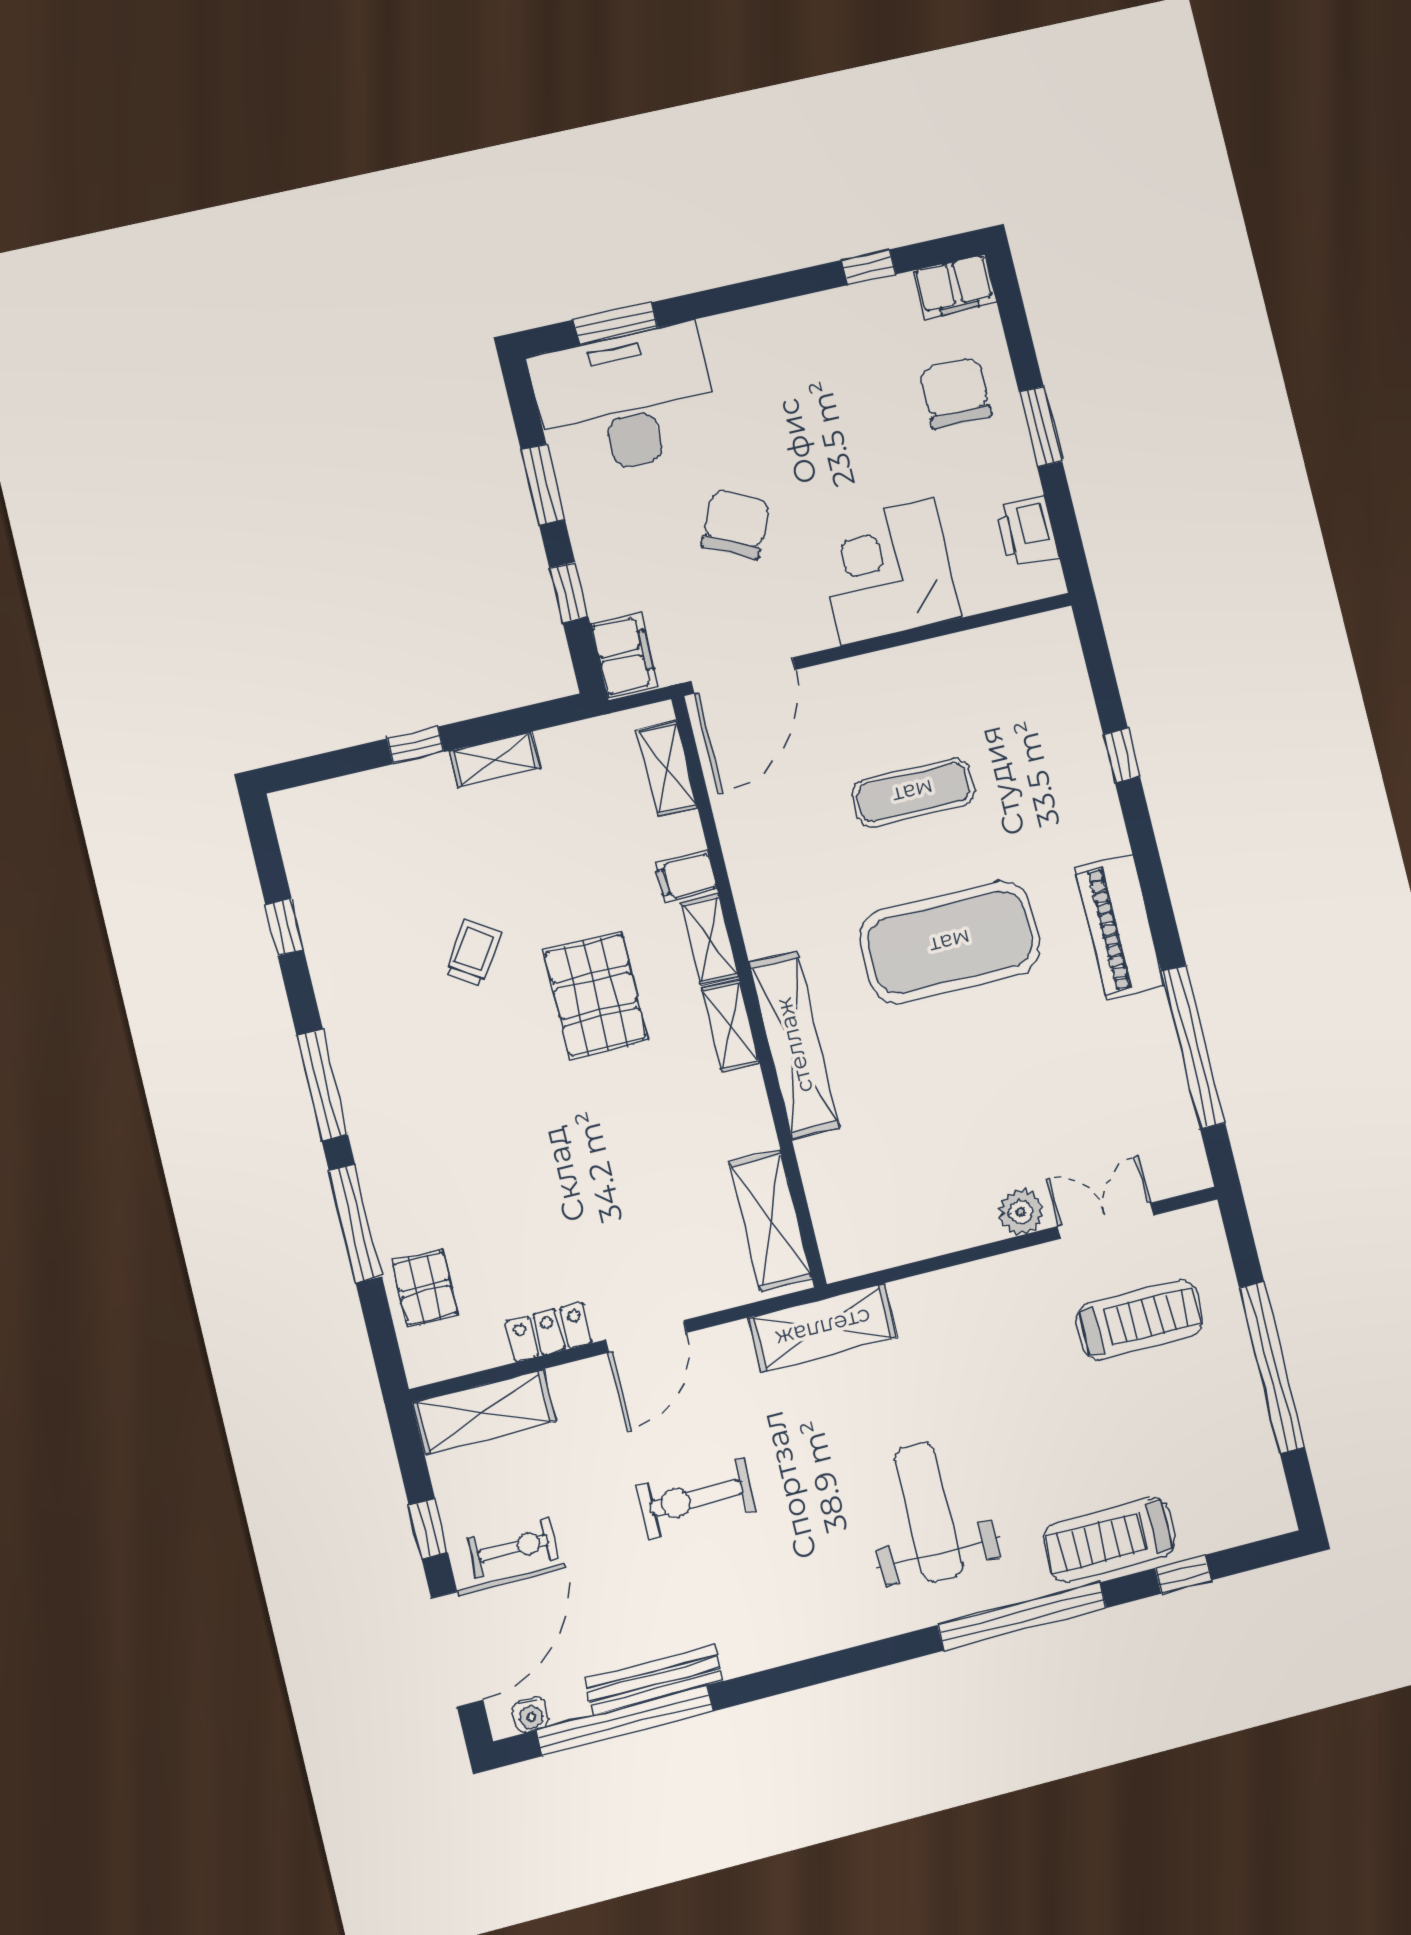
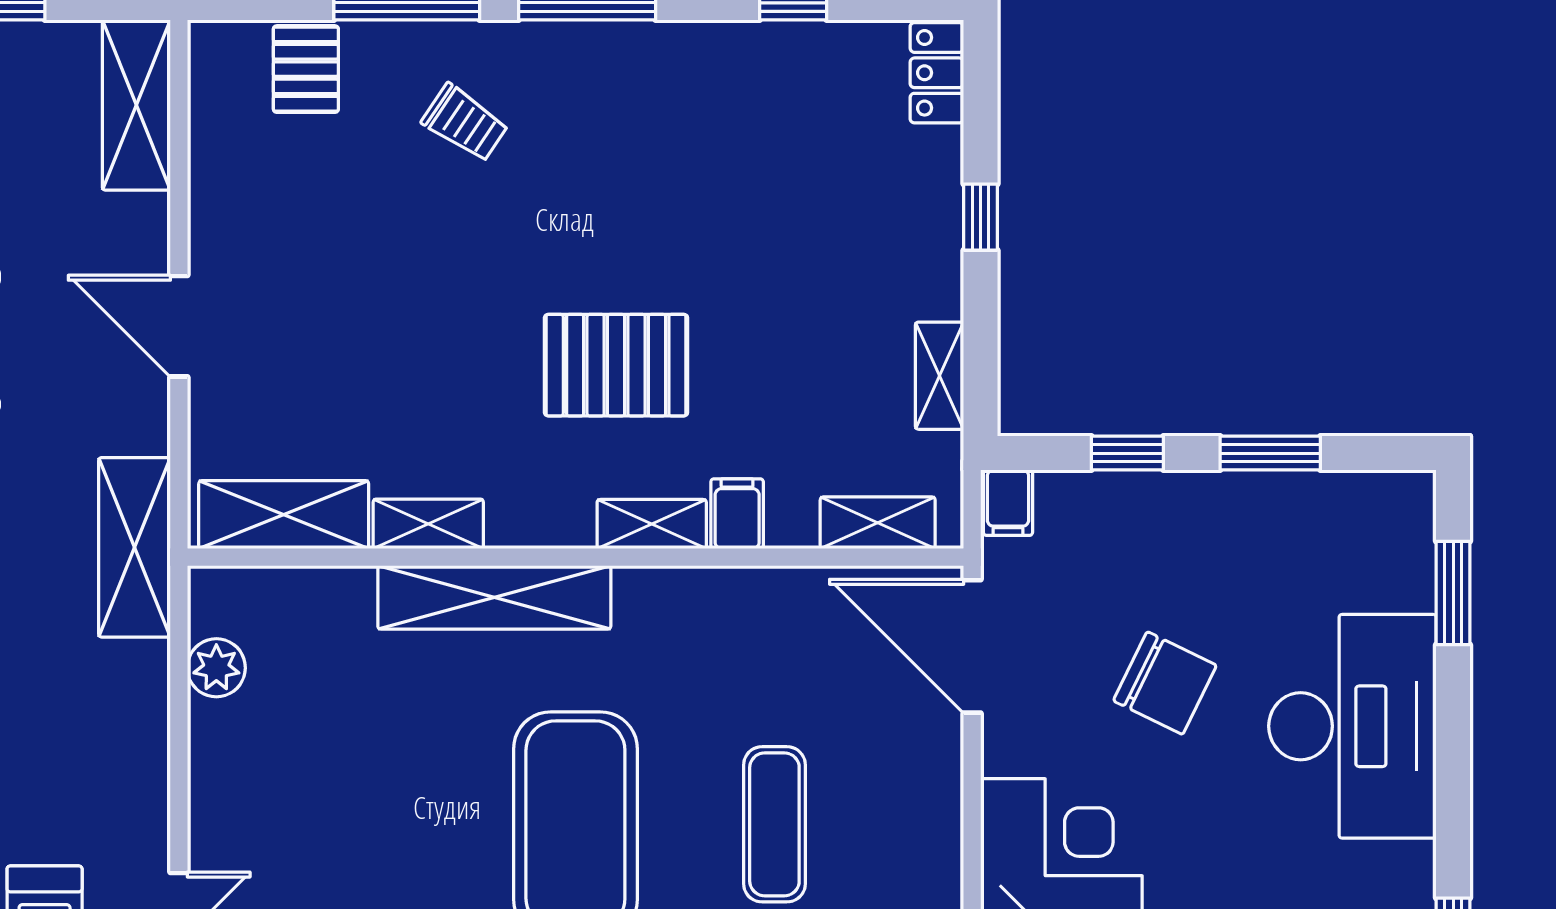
desk: (625, 401) -> (1352, 726), moved
filing cabinet: (624, 655) -> (1008, 503), width x0.50
shelving: (495, 760) -> (940, 376), moved
trolley: (473, 953) -> (465, 123), moved
shelving: (731, 1026) -> (428, 524), moved
plant: (1021, 1212) -> (216, 668), moved
pallet: (425, 1288) -> (306, 69), turned 90
locker: (549, 1332) -> (937, 73), moved, turned 180

